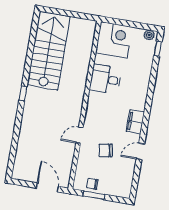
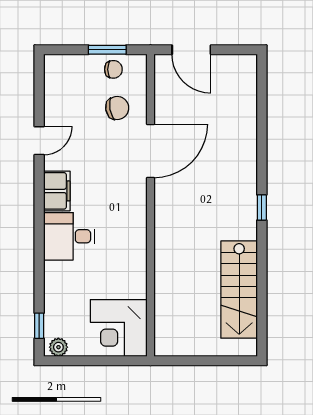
stairs: (49, 51) -> (239, 290), width x0.73, depth x0.66
desk: (106, 79) -> (69, 236), moved, turned 180
door: (80, 135) -> (151, 151), width x1.87
chair: (106, 151) -> (117, 108), moved

